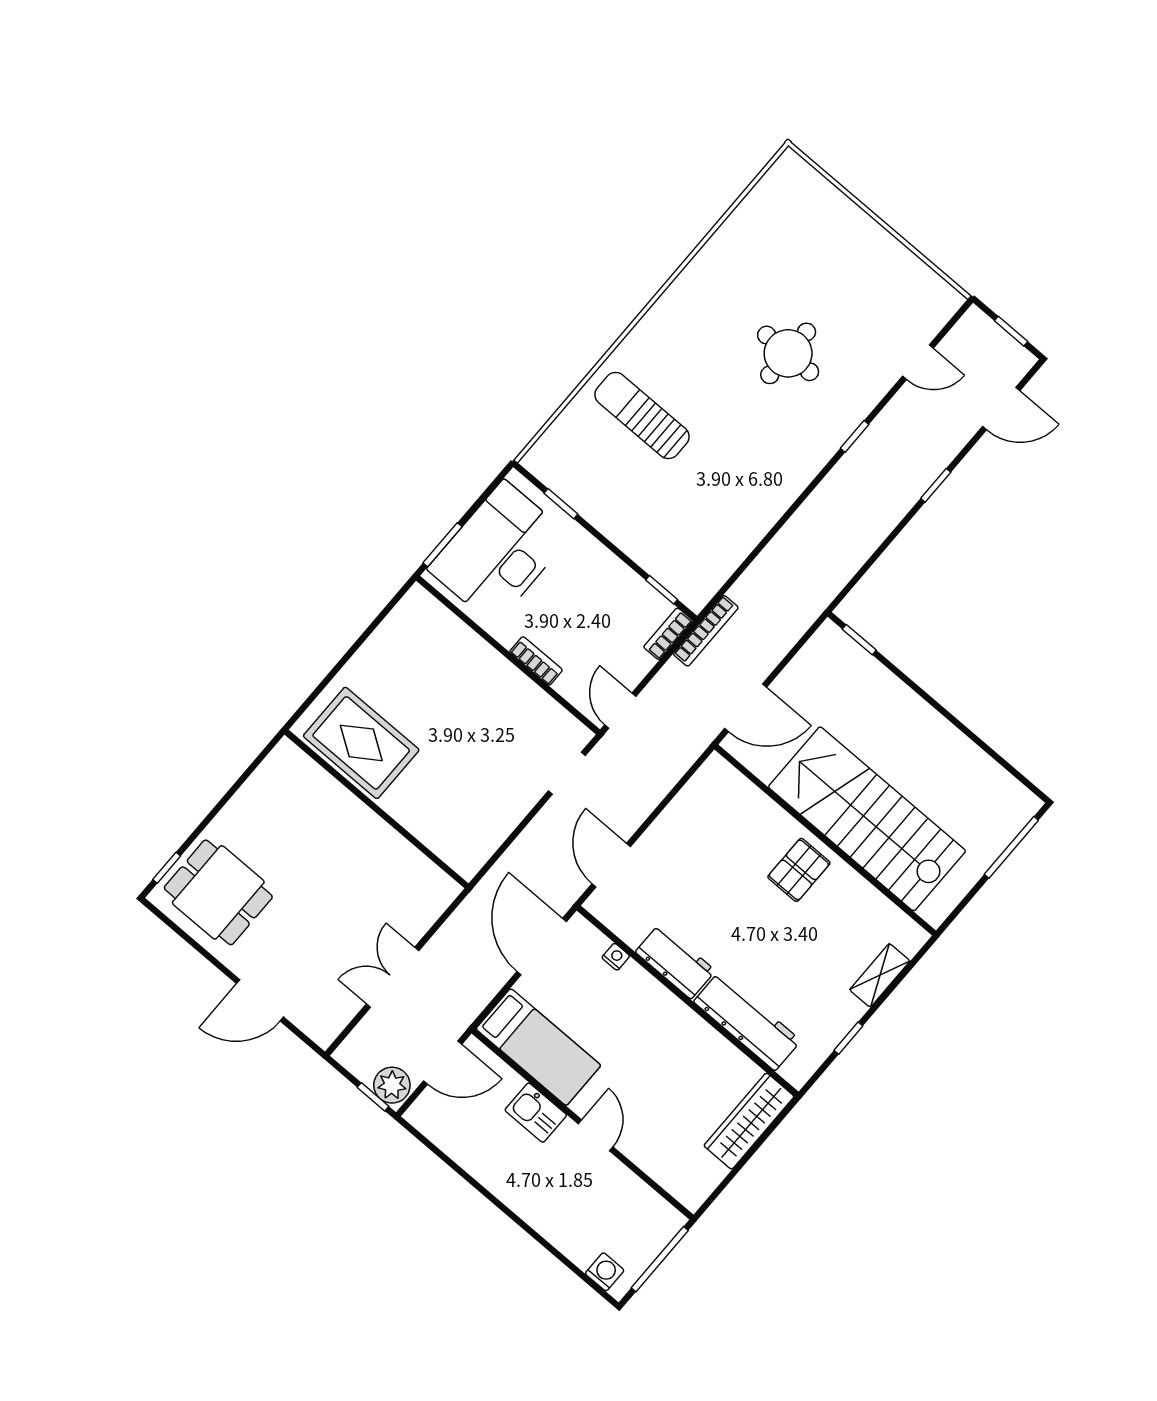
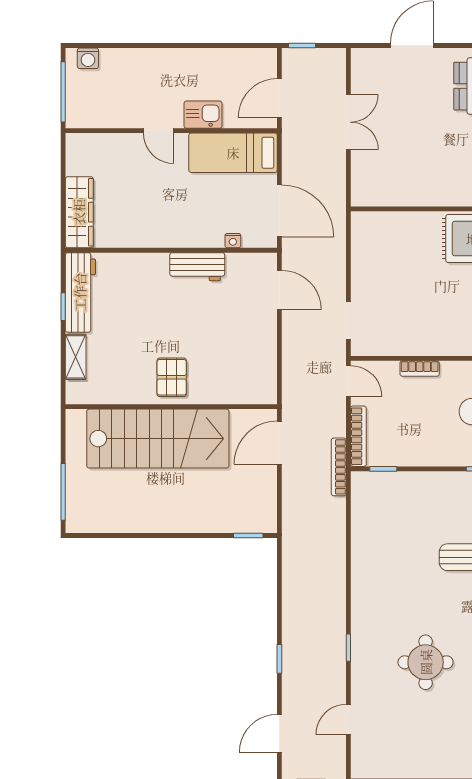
bookcase: (668, 634) -> (358, 436), width x1.56
workbench: (747, 1021) -> (80, 292), moved, turned -90
plant: (392, 1085) -> (297, 61), removed

